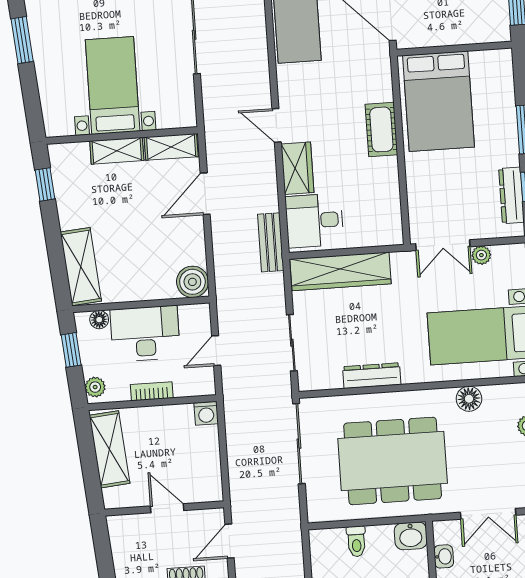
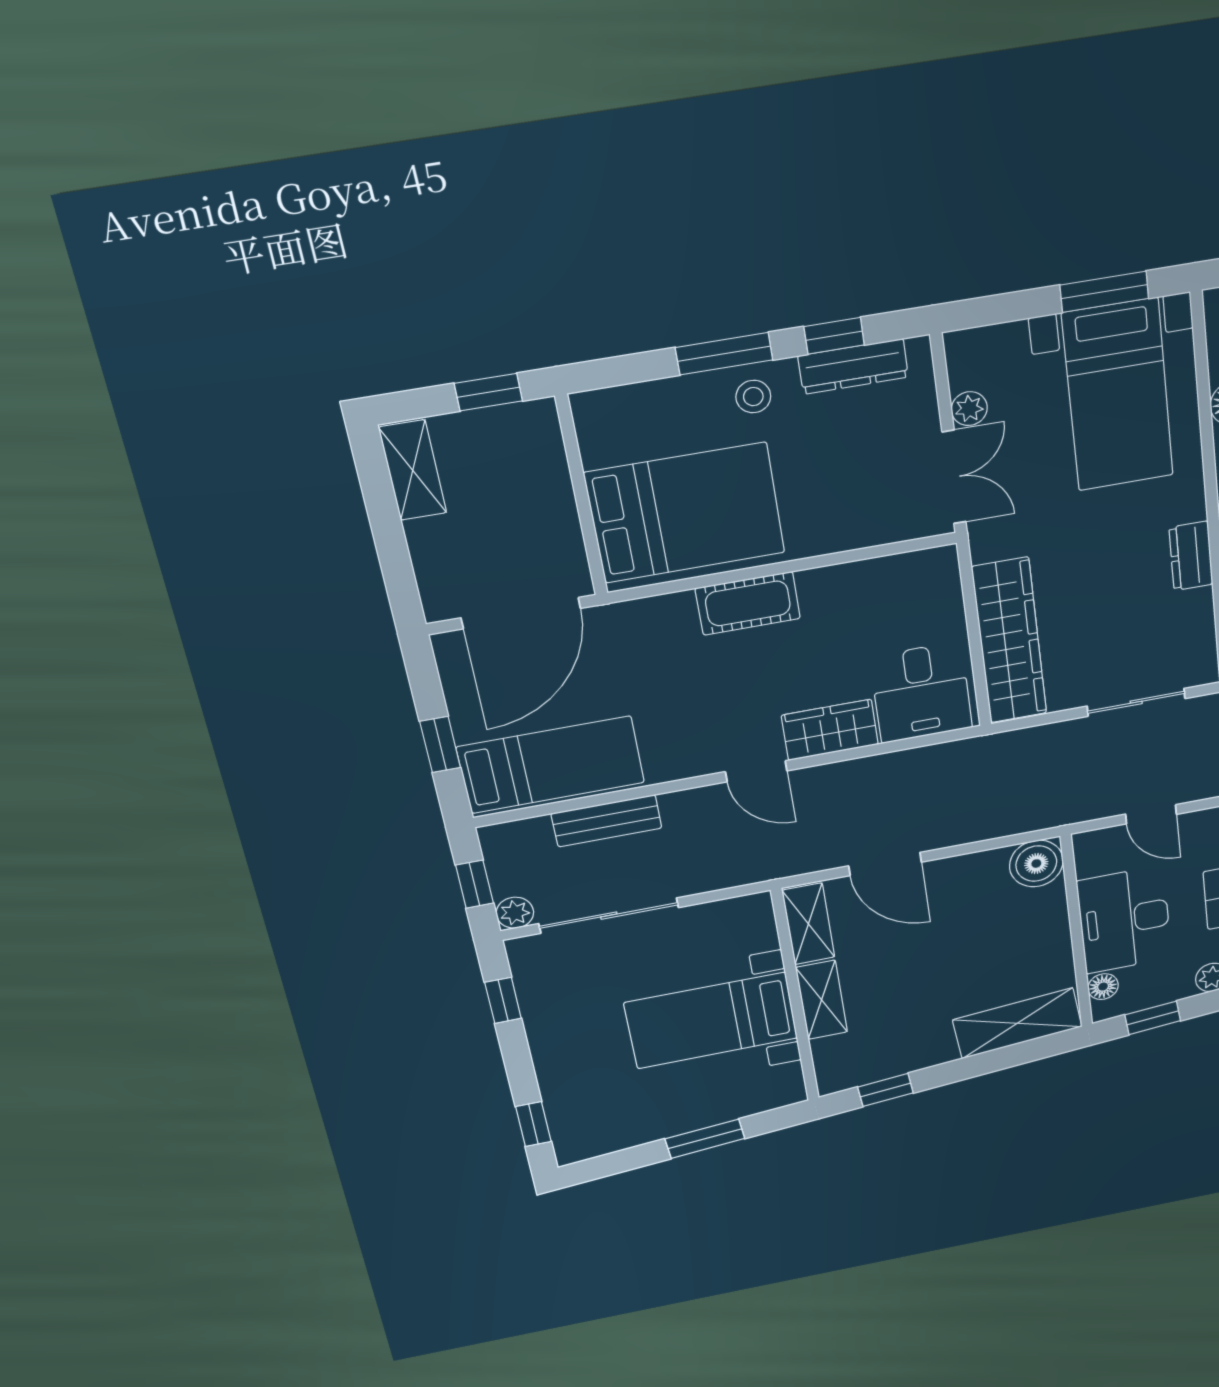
window: (22, 40) -> (705, 1139), moved
door: (277, 125) -> (756, 771), hinge flipped
stool: (500, 142) -> (753, 397), added
bench: (271, 242) -> (607, 821), moved
dresser: (372, 376) -> (1191, 556), width x0.70

